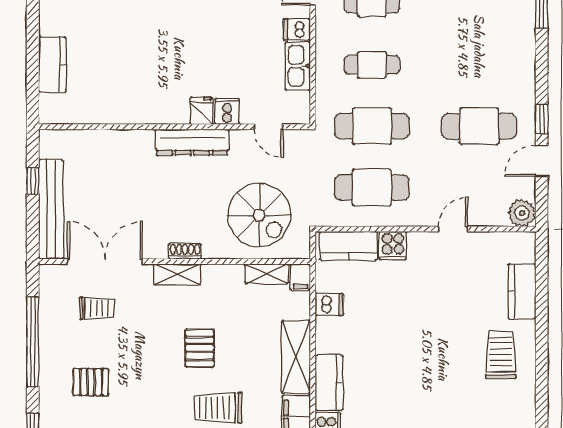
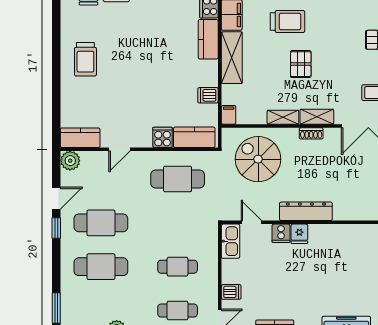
kitchen sink: (298, 66) -> (231, 241), moved
cafe table: (372, 126) -> (101, 267), moved
shelving: (267, 274) -> (283, 117), moved
kitchen counter: (522, 291) -> (80, 138), moved, turned -90

